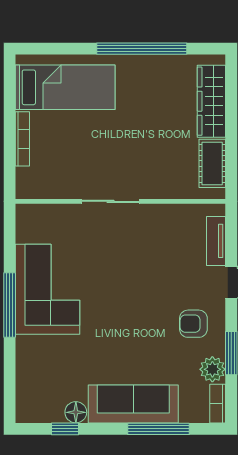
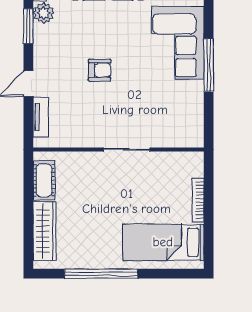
corner sofa: (48, 289) -> (178, 43), moved
armchair: (193, 324) -> (100, 70), moved

